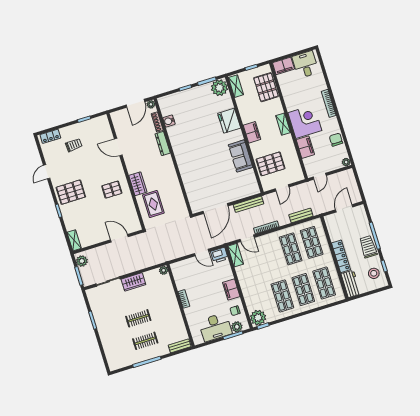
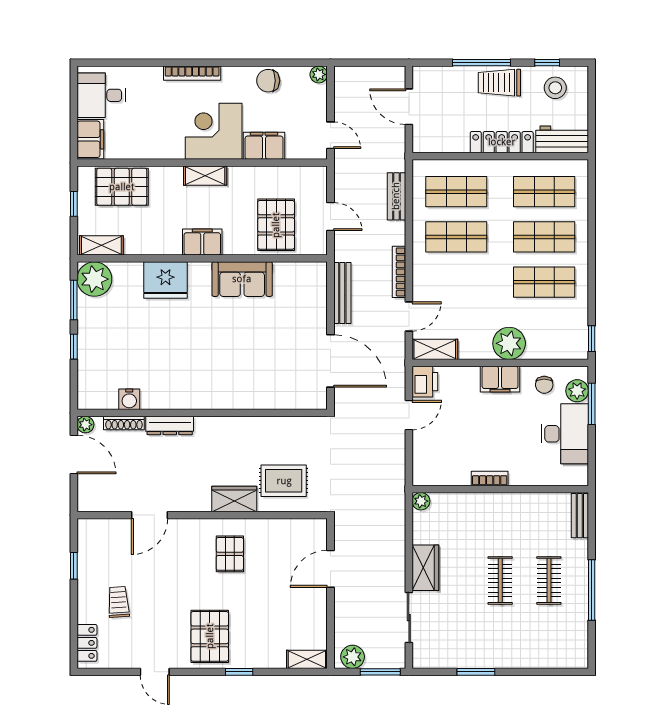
plant: (258, 318) -> (509, 343), moved

